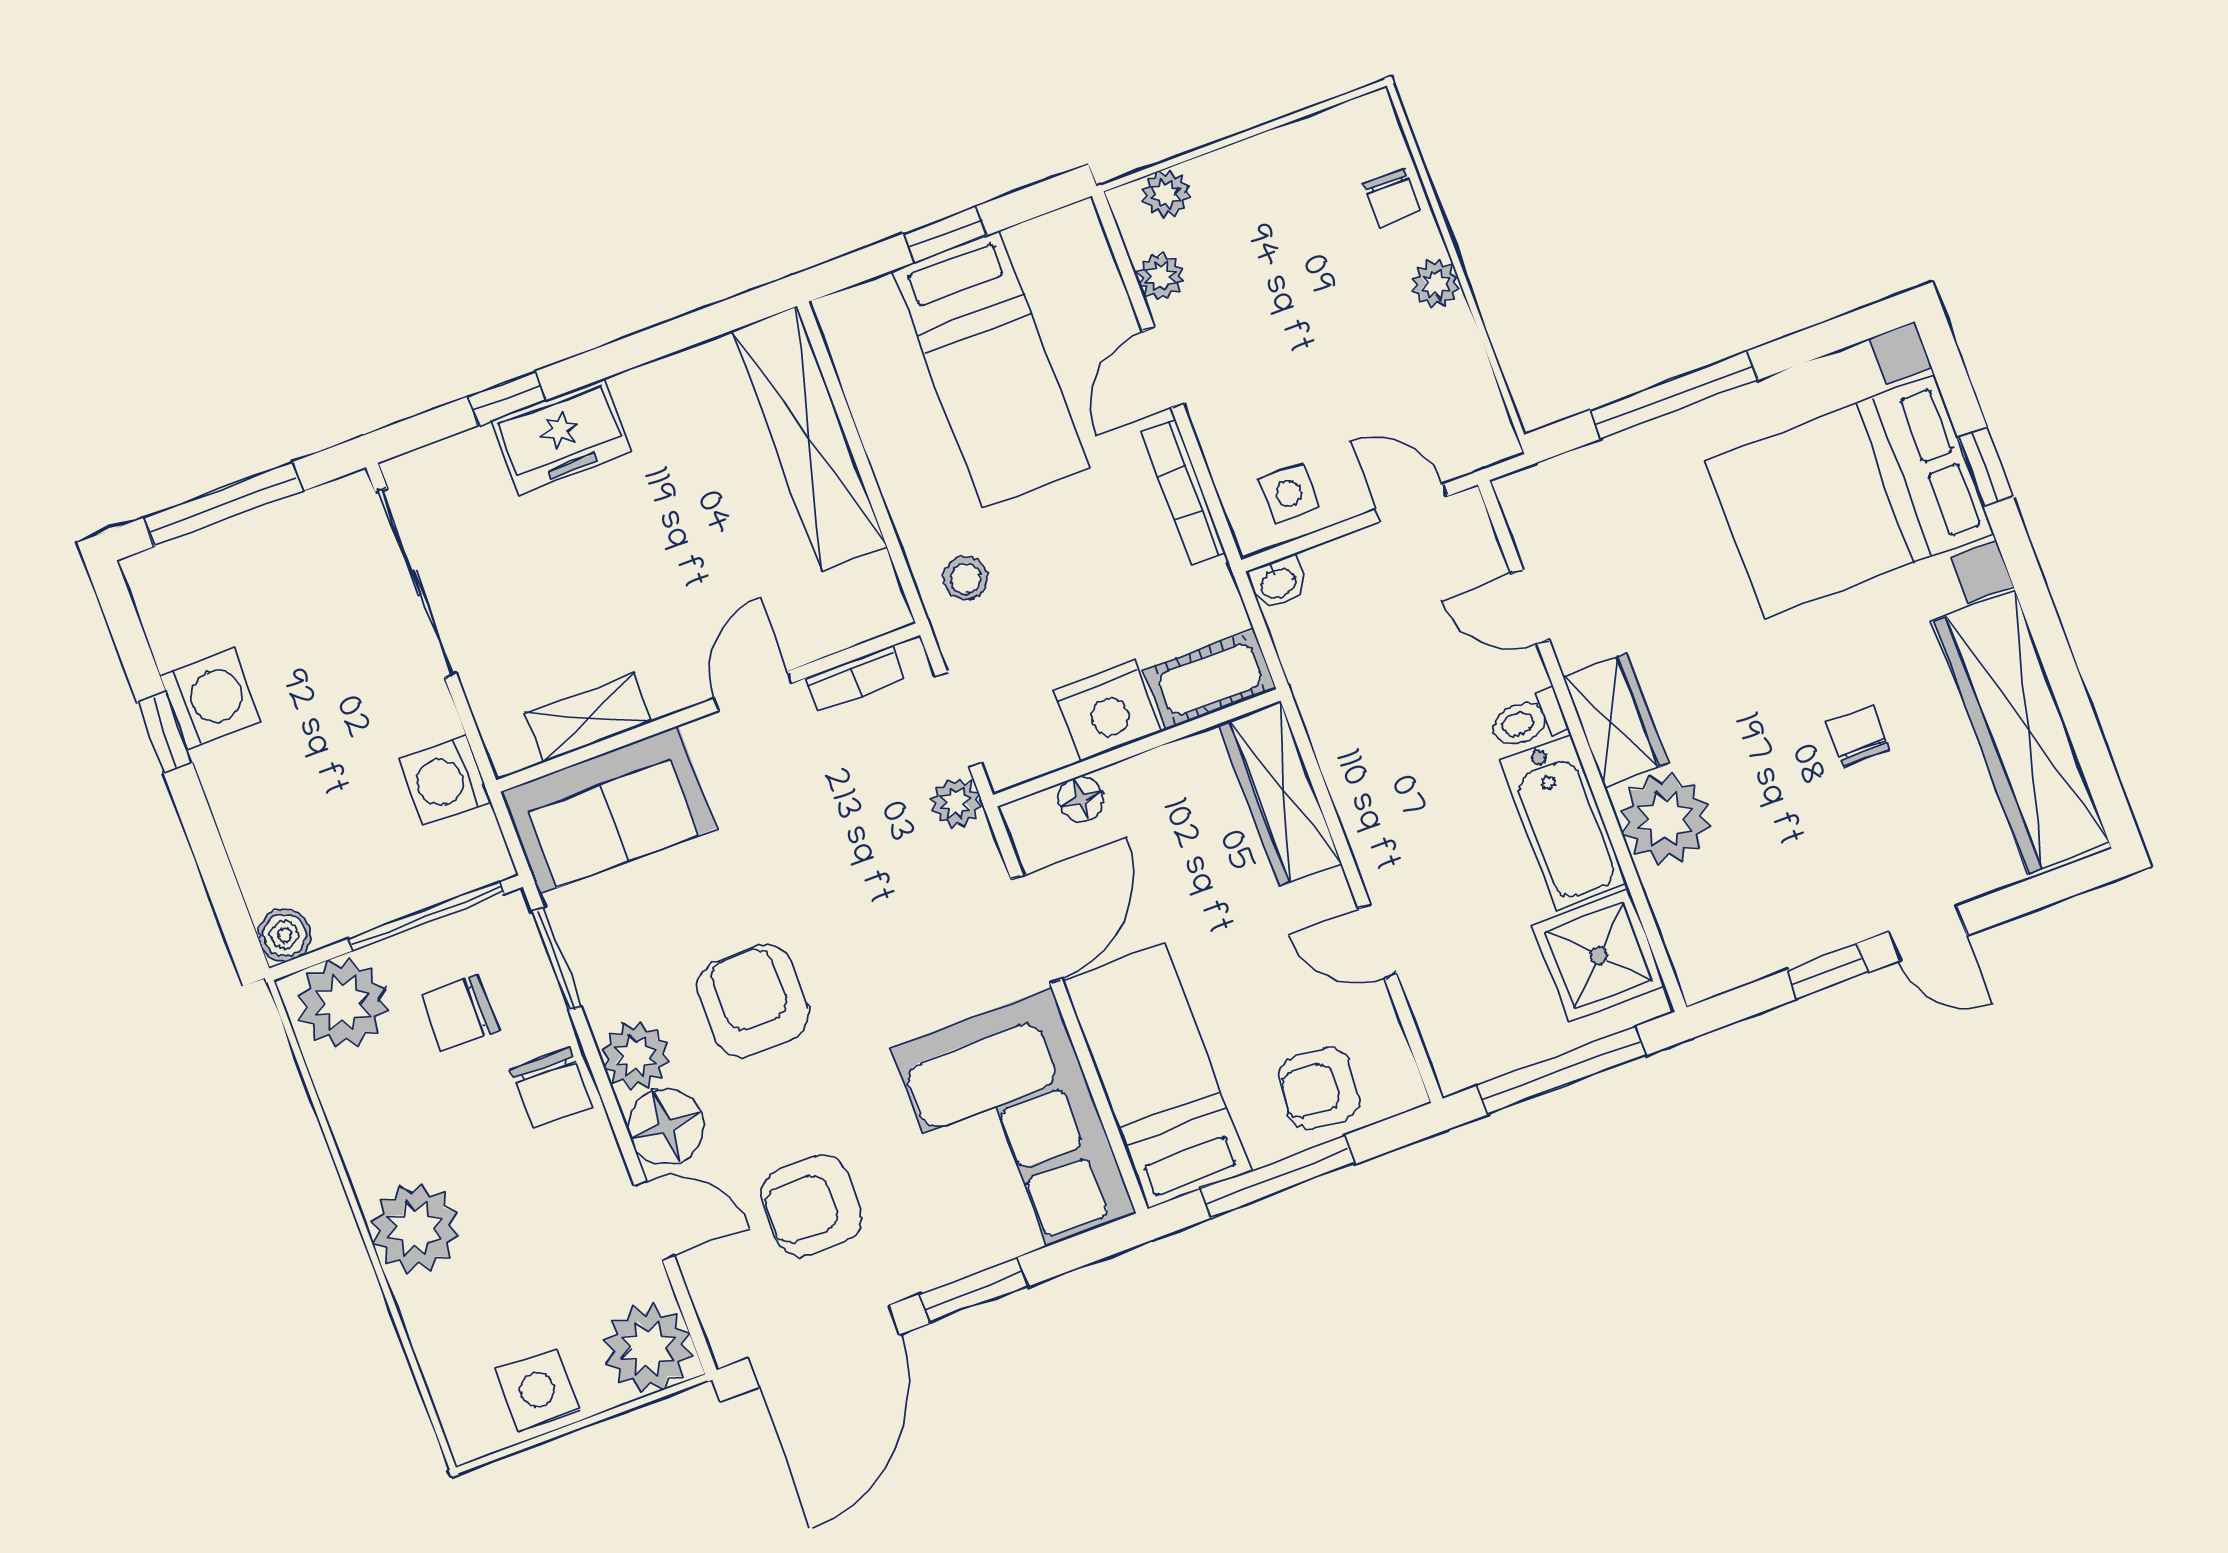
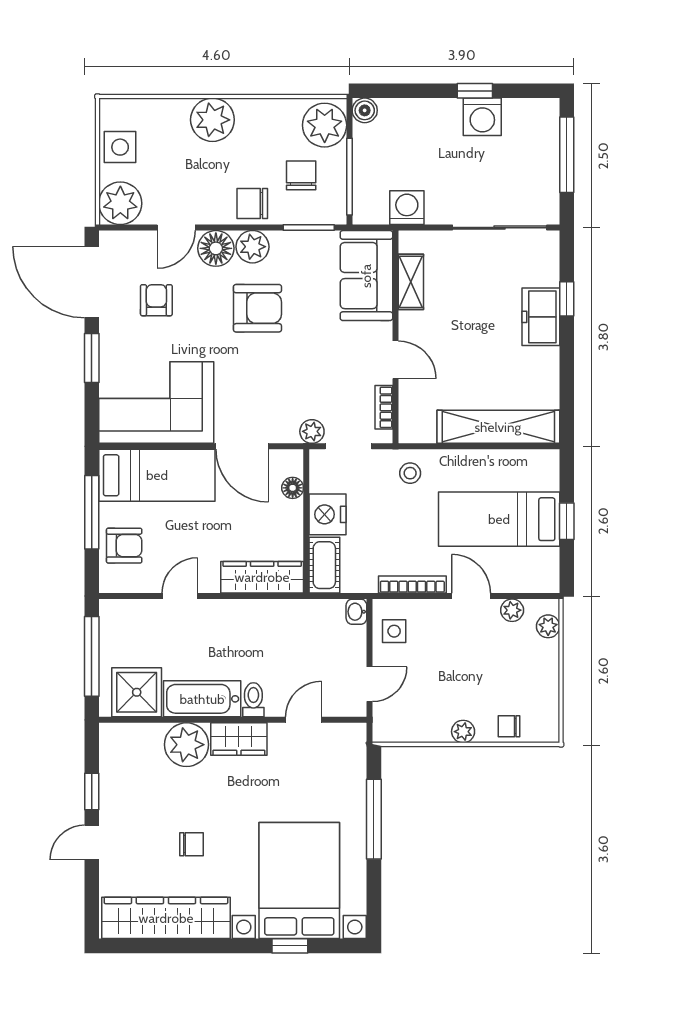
armchair: (1319, 1088) -> (124, 546), turned 85
armchair: (812, 1206) -> (156, 300), width x0.72, depth x0.72

